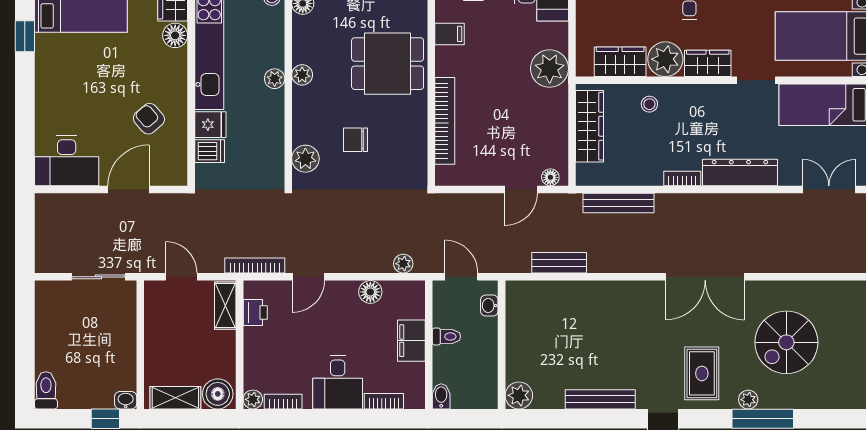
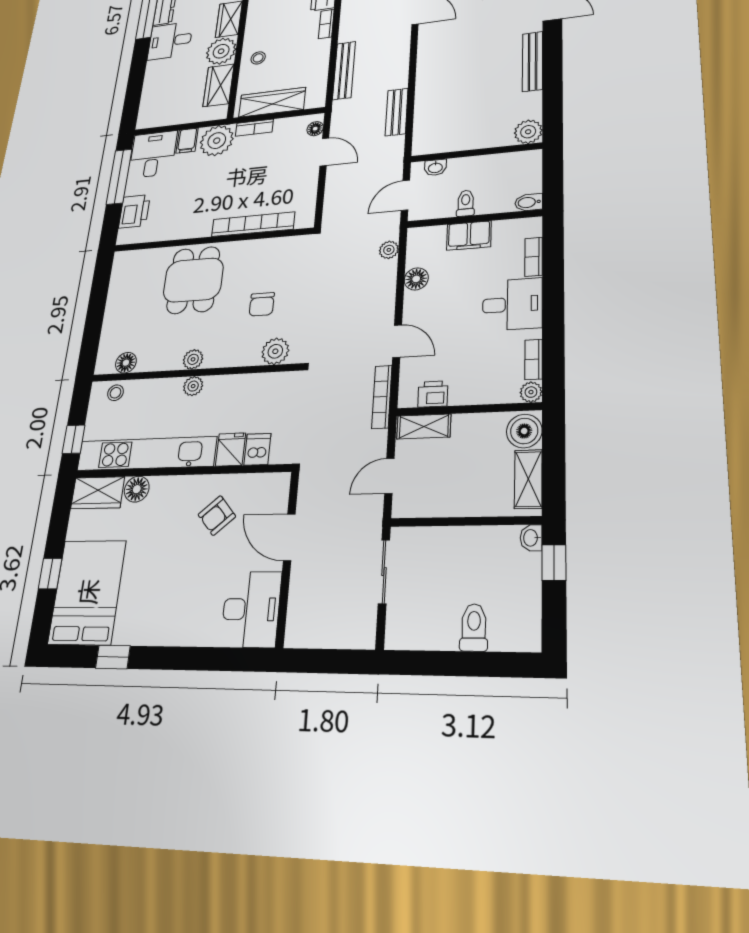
filing cabinet: (449, 34) -> (187, 141), moved, turned 180
bookcase: (560, 110) -> (254, 128), added
toilet: (46, 390) -> (474, 627), moved, turned 90

